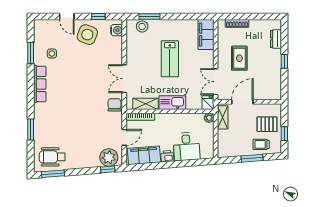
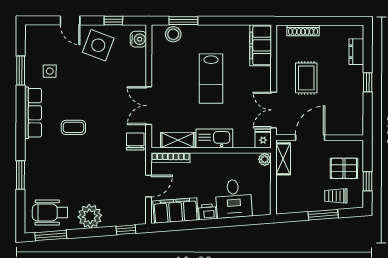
coffee table: (69, 95) -> (73, 127), added
plant: (109, 157) -> (90, 216), moved

